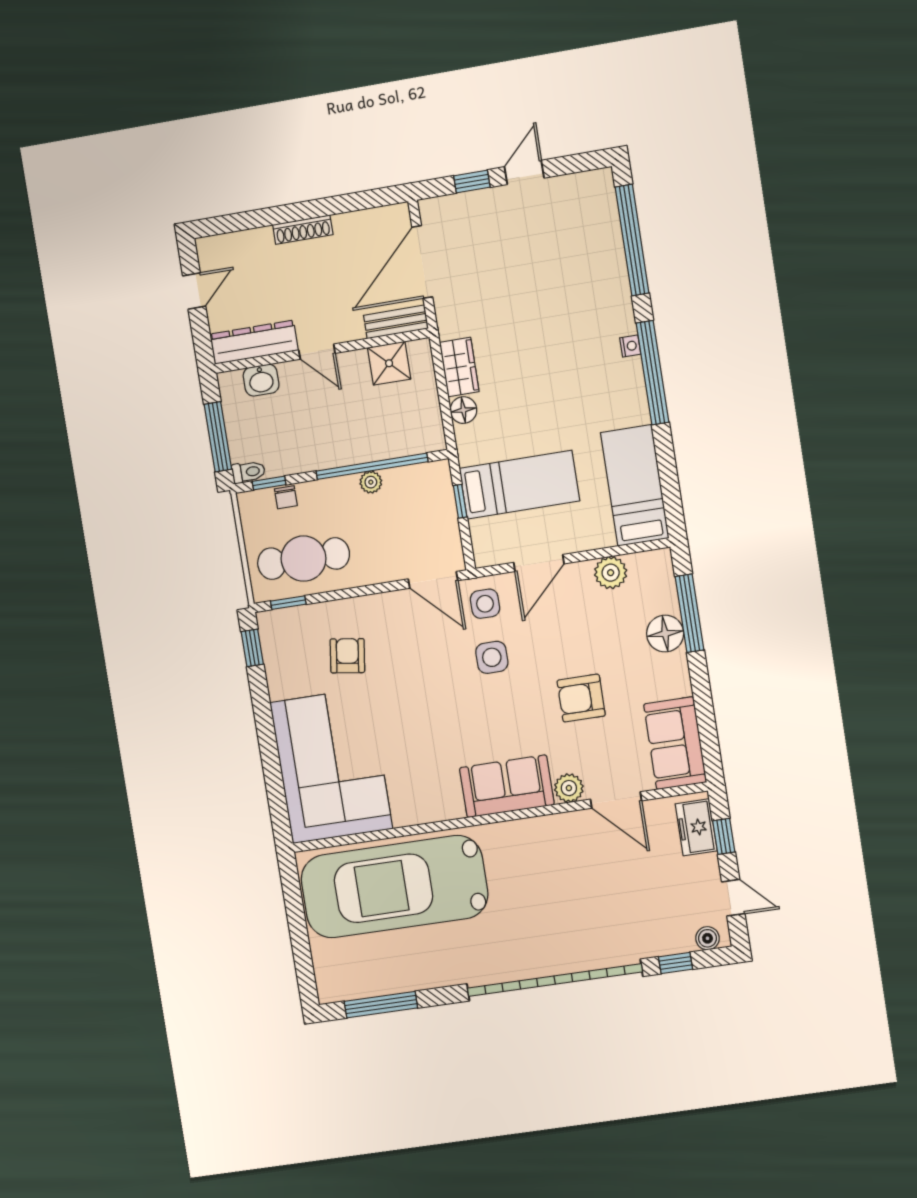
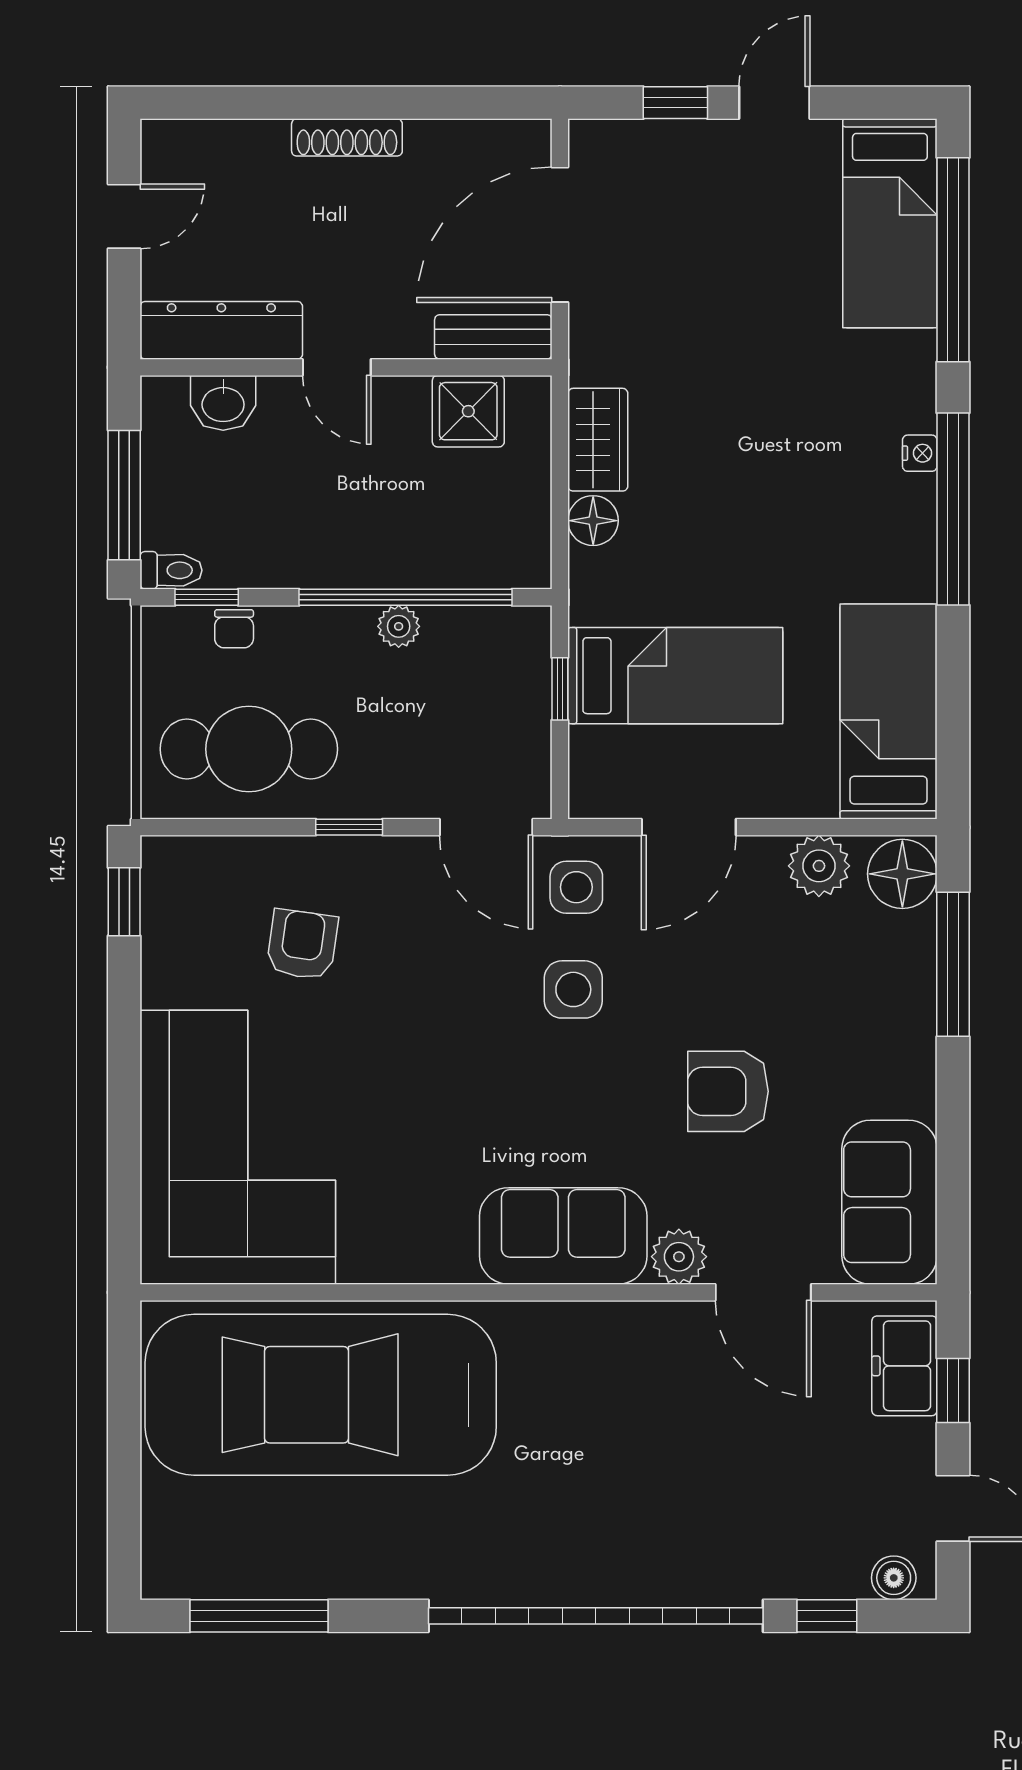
bed: (596, 226) -> (890, 223), added
window: (288, 603) -> (349, 827), moved
floor lamp: (665, 634) -> (902, 874), moved

